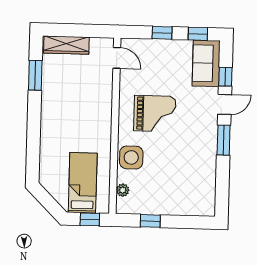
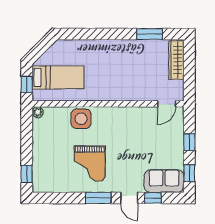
grand piano: (155, 114) -> (90, 164), moved
plant: (123, 190) -> (38, 112), moved
window: (150, 221) -> (27, 174), moved

